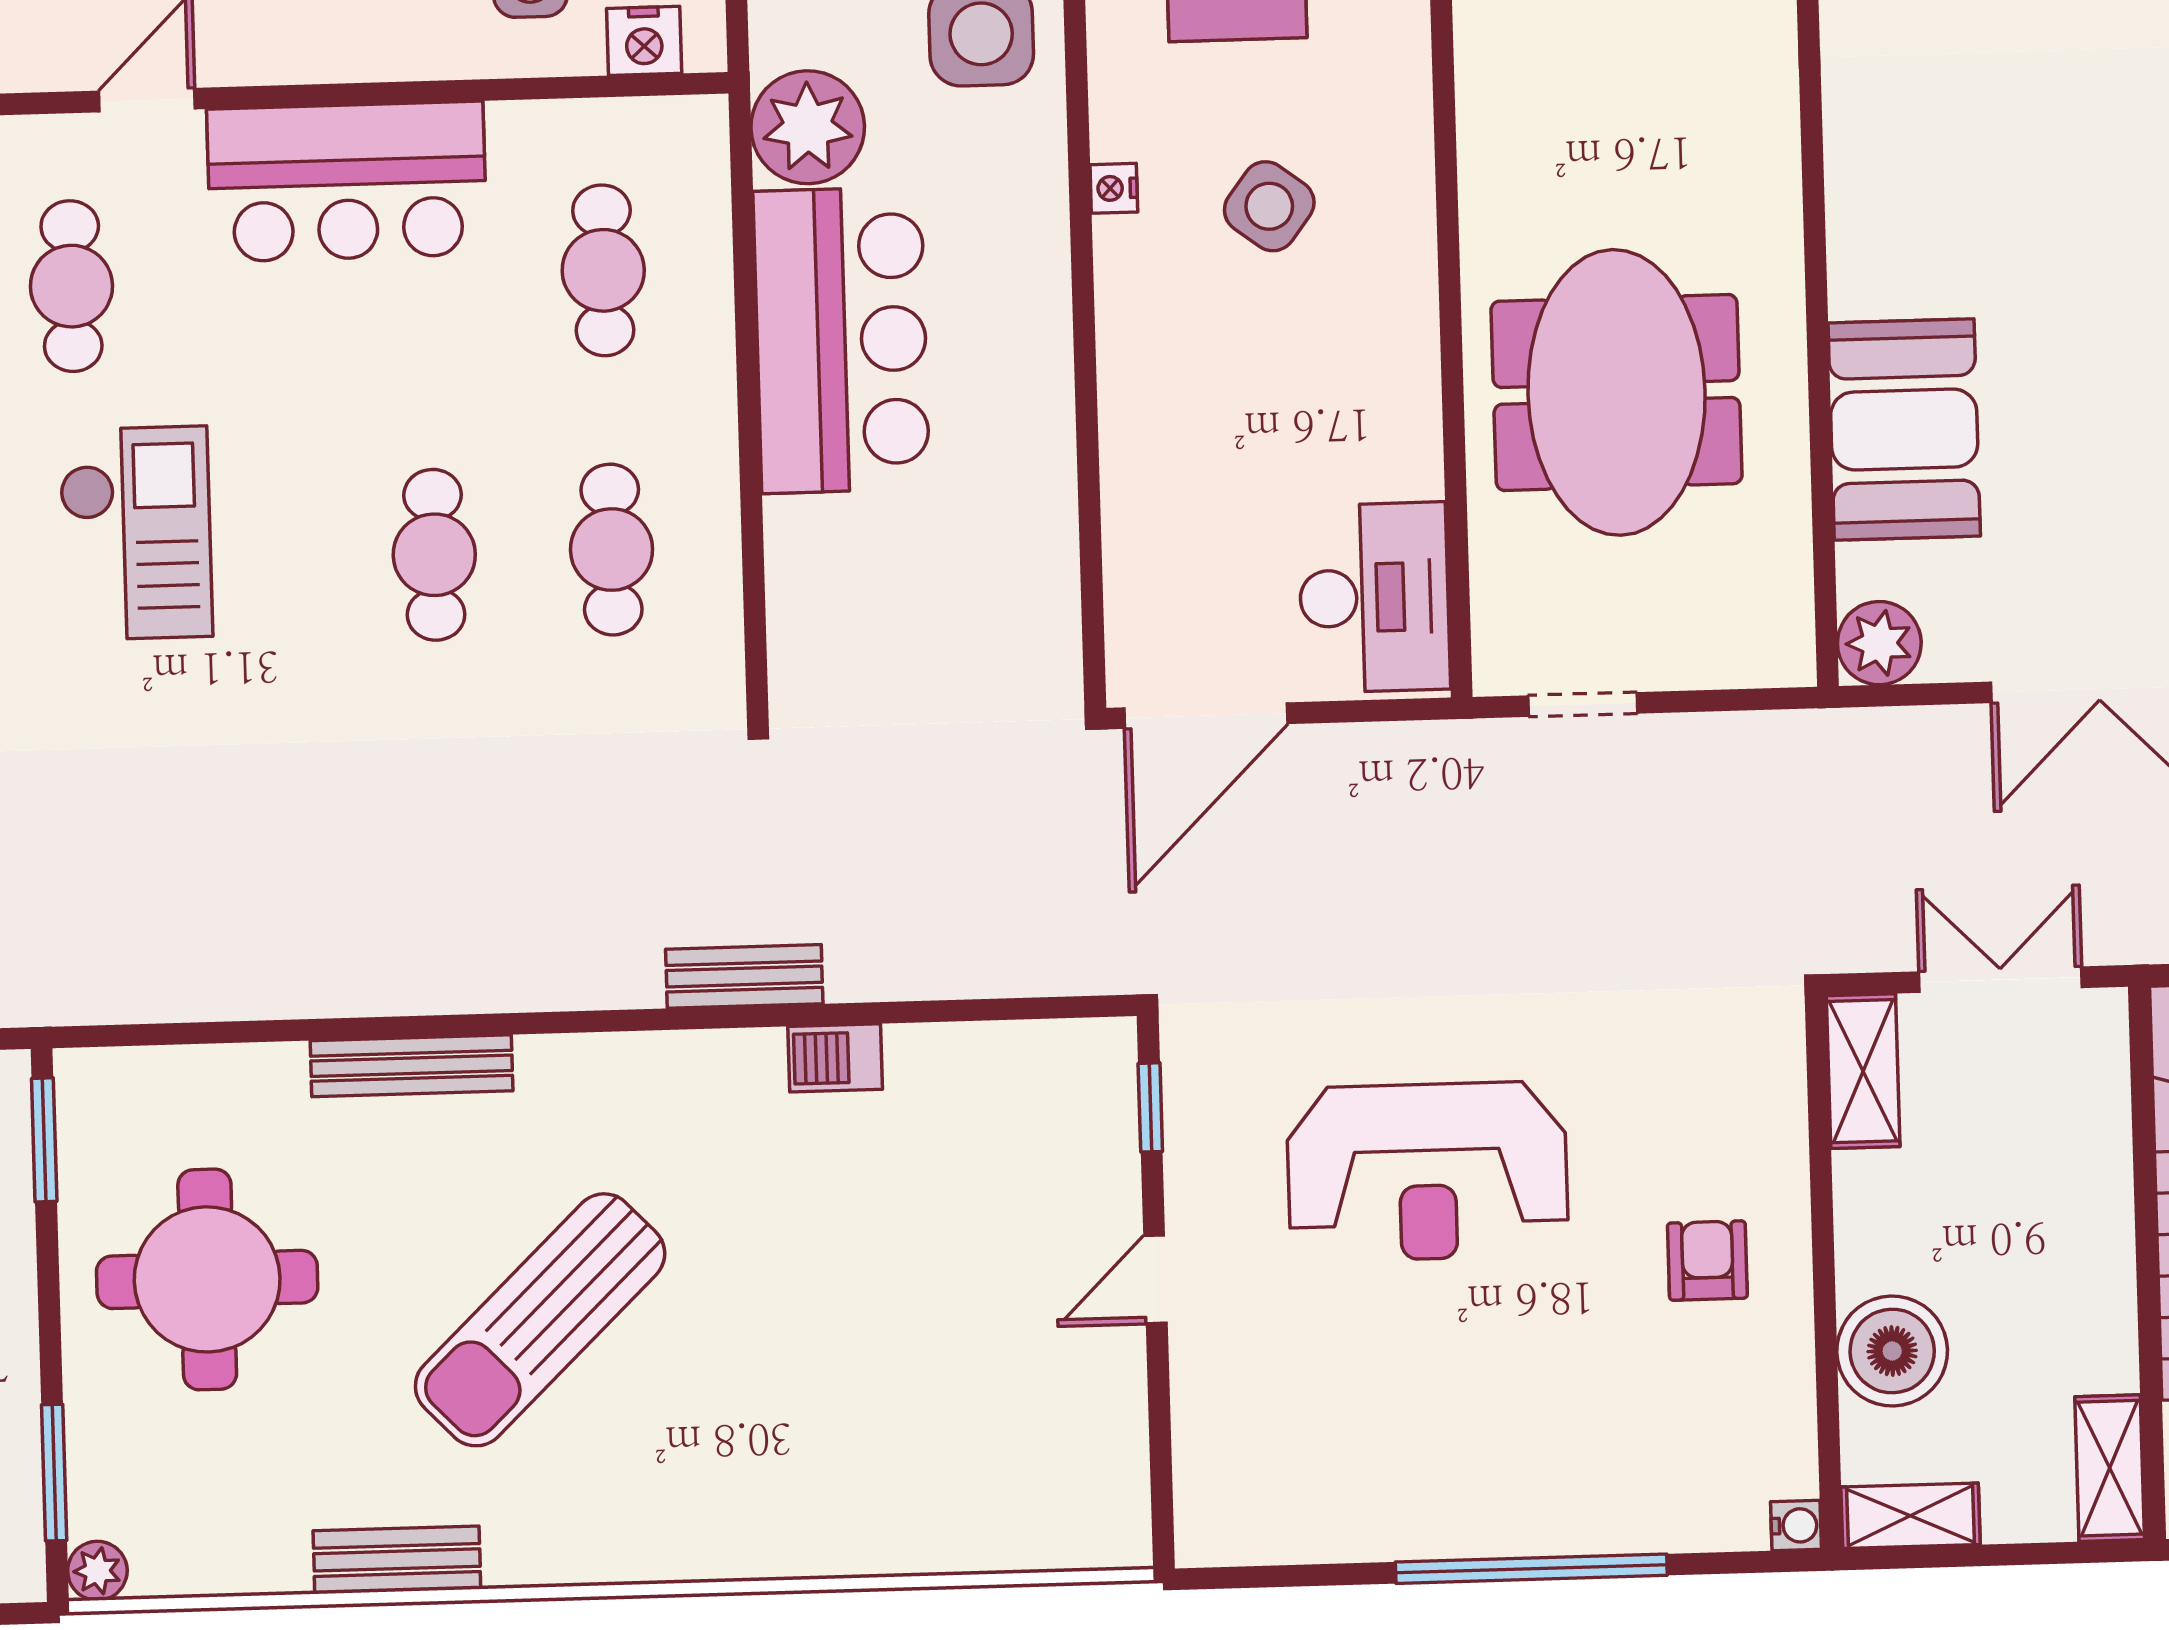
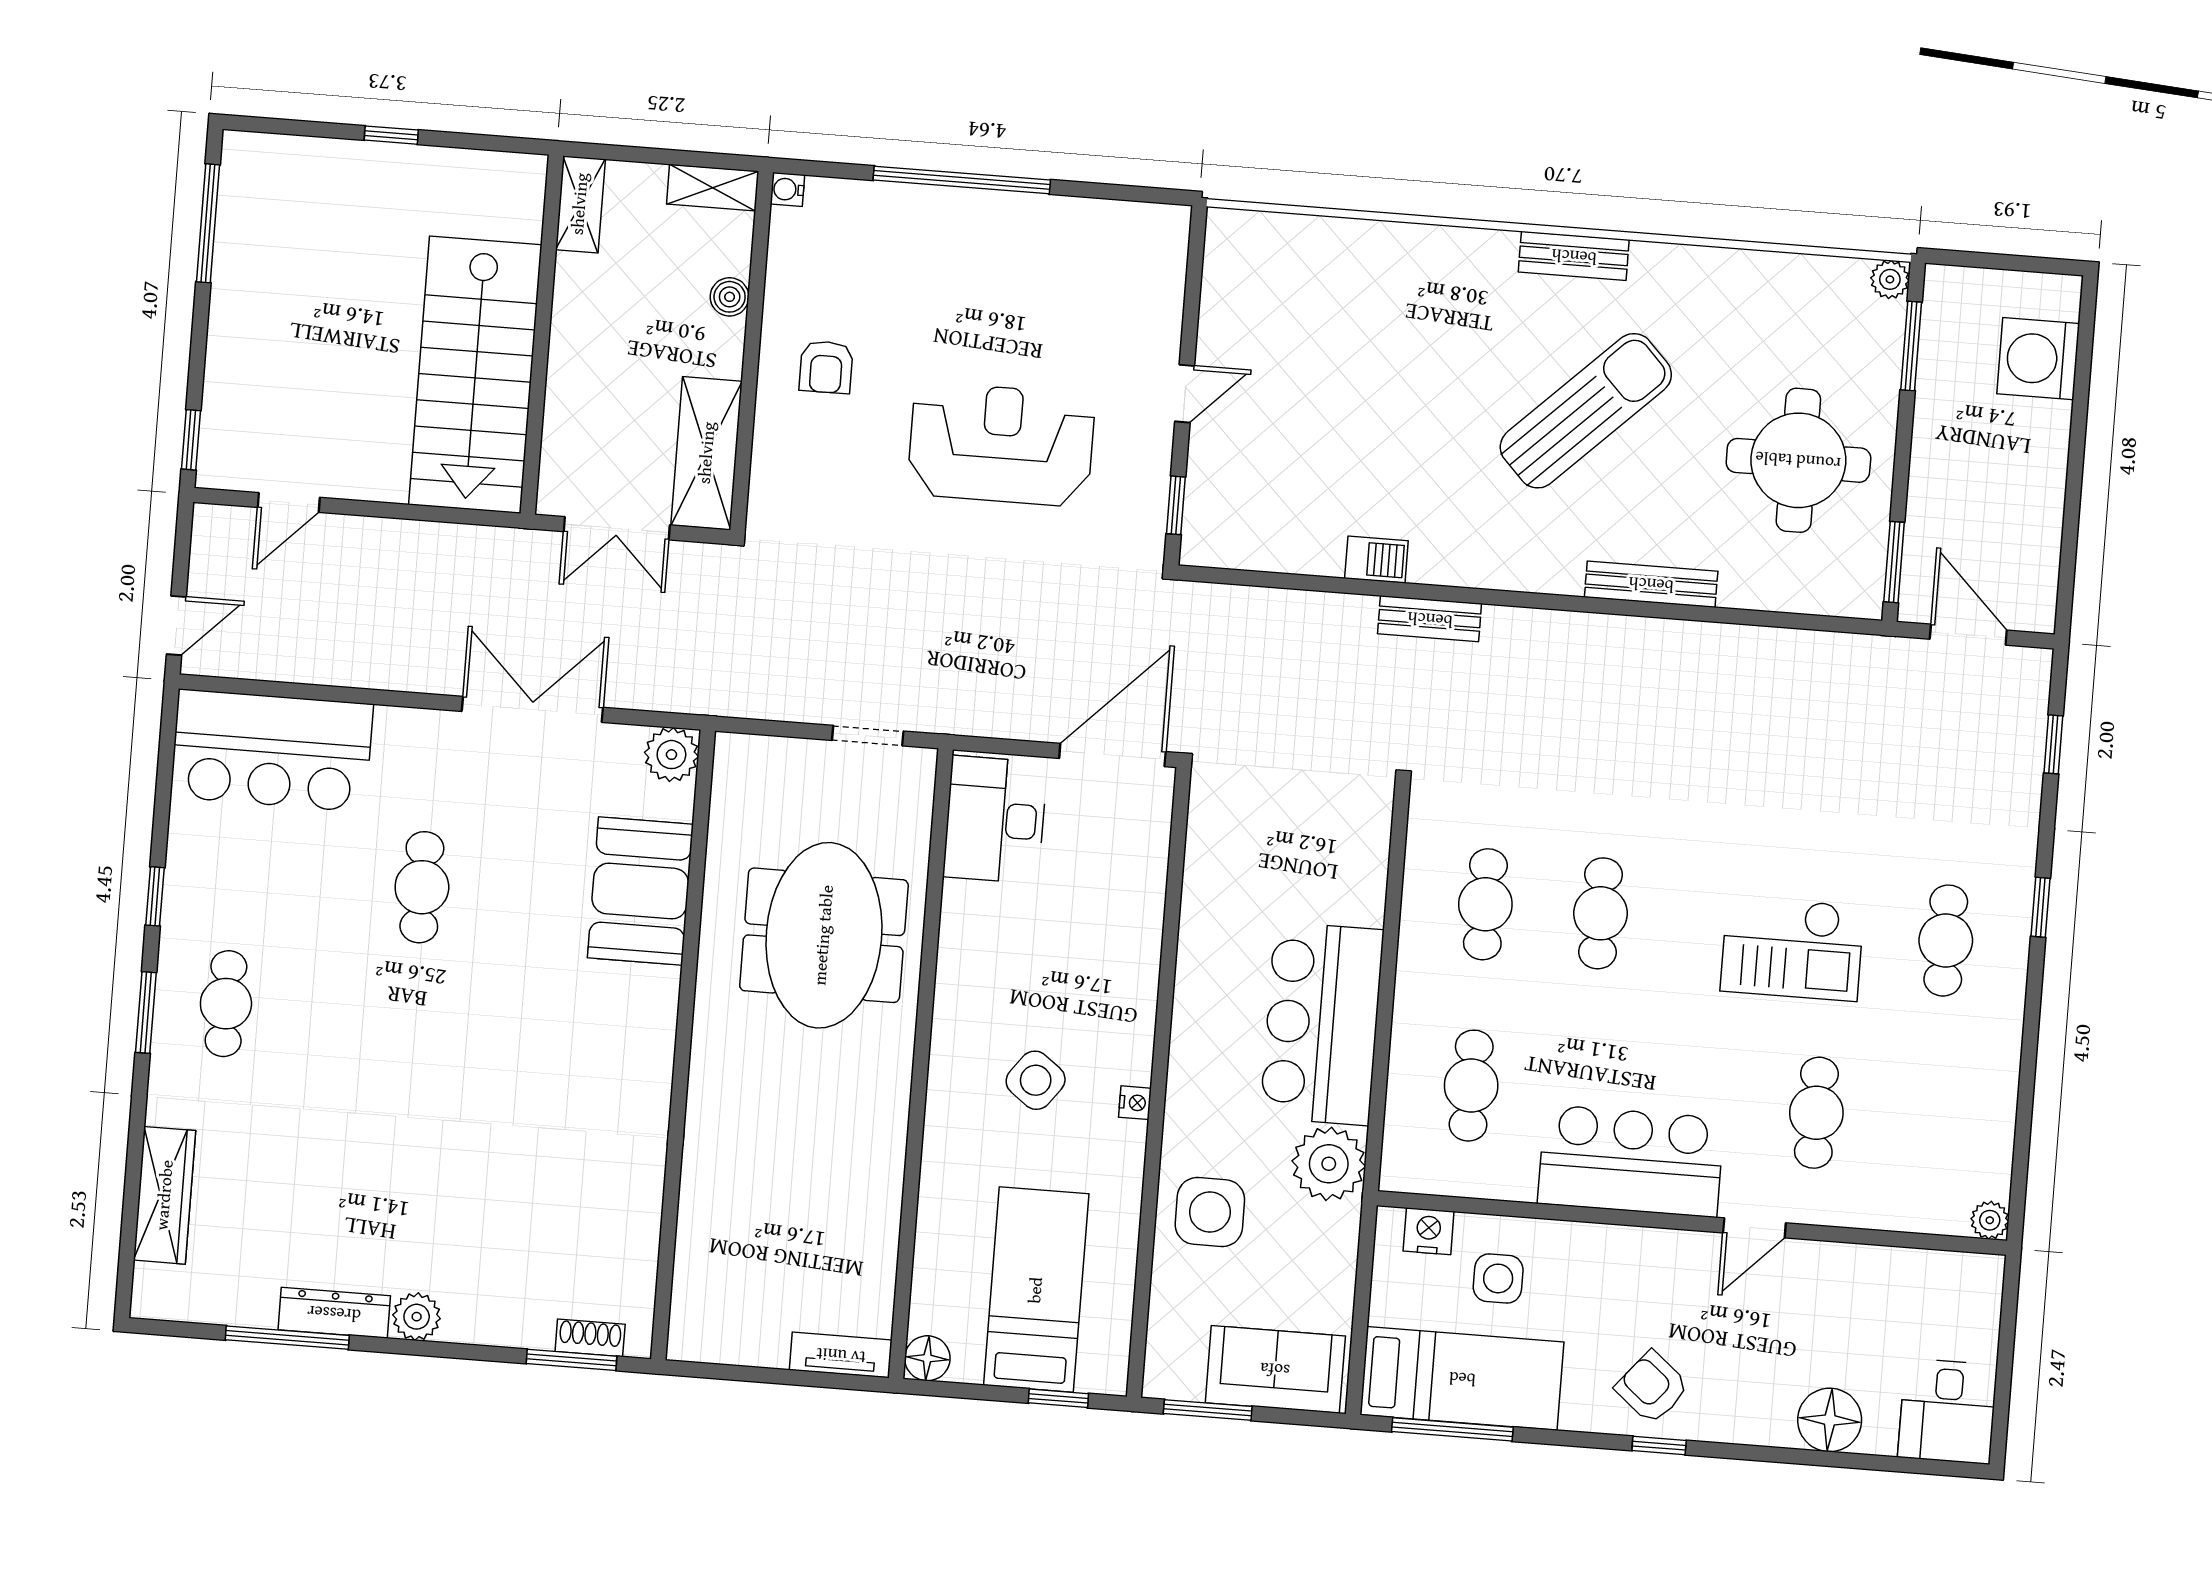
checkout: (136, 533) -> (1792, 948), turned -90
shelving: (1863, 1071) -> (707, 453), width x1.50, depth x1.33
boiler: (1892, 1351) -> (730, 297), width x0.54, depth x0.54
bench: (397, 1560) -> (1574, 256), moved

